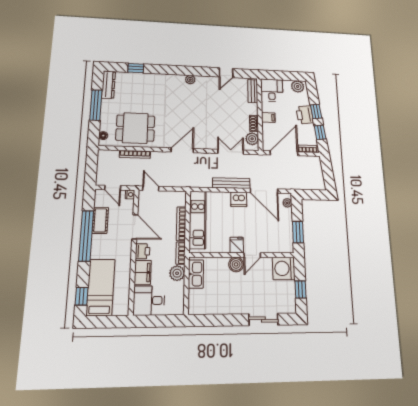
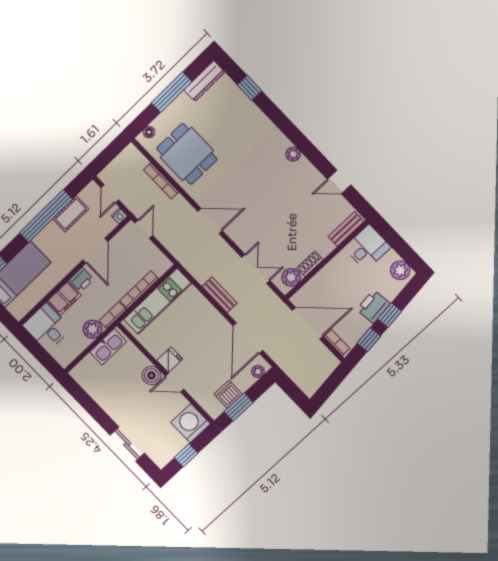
filing cabinet: (268, 117) -> (332, 272), removed
bench: (231, 183) -> (220, 295), width x0.73
dishwasher: (239, 199) -> (228, 394), moved, turned 90

